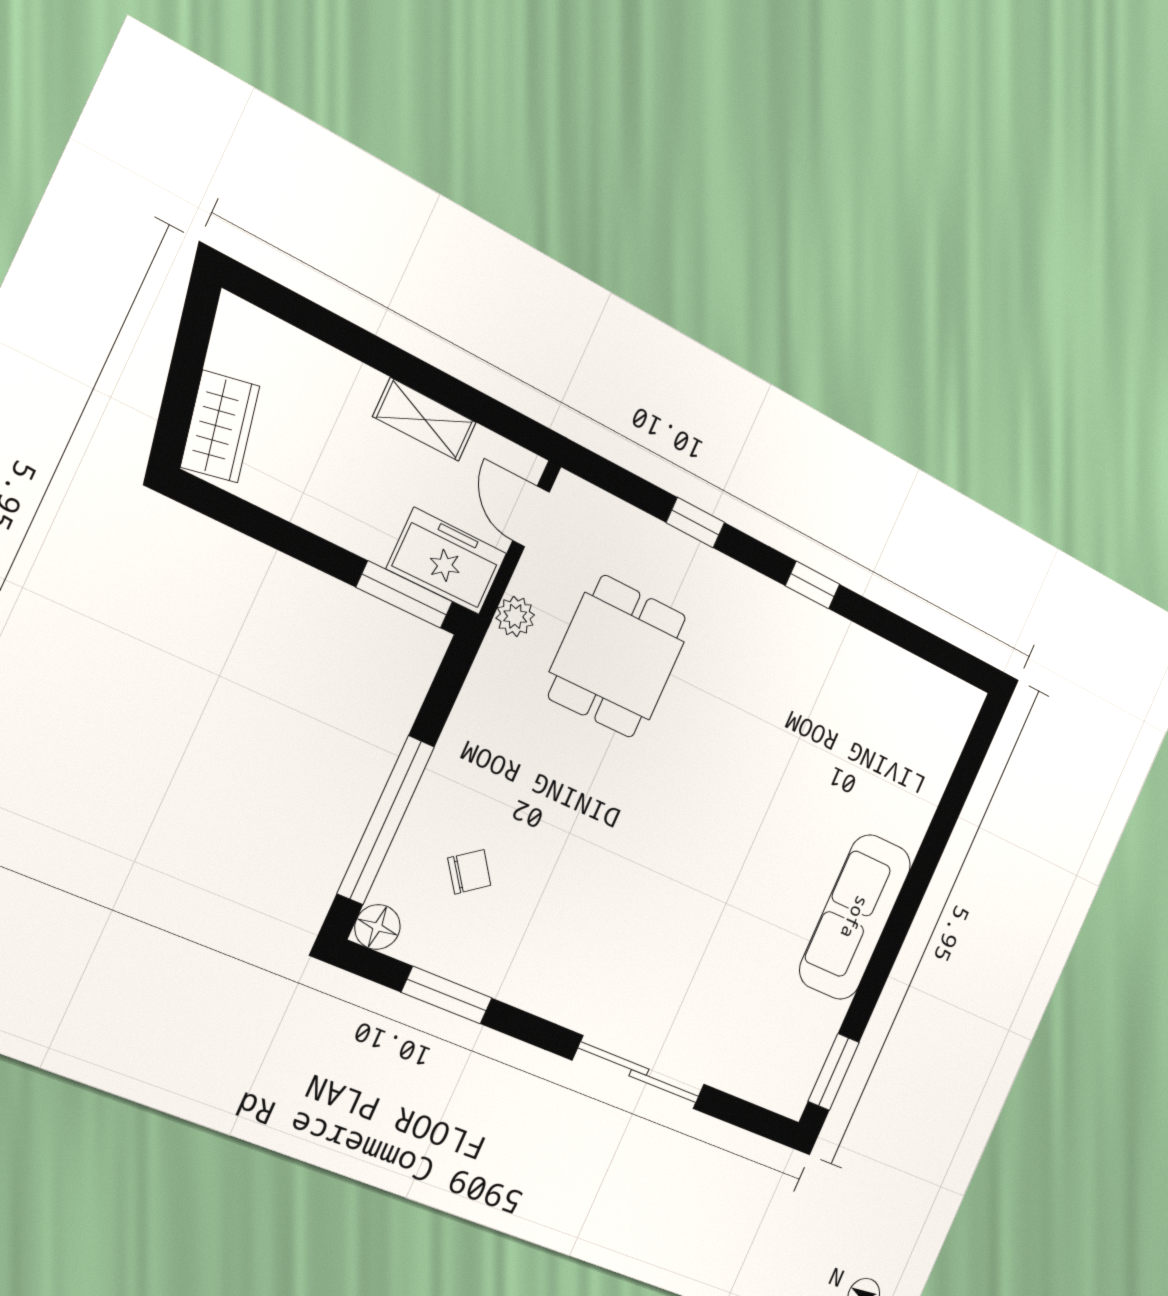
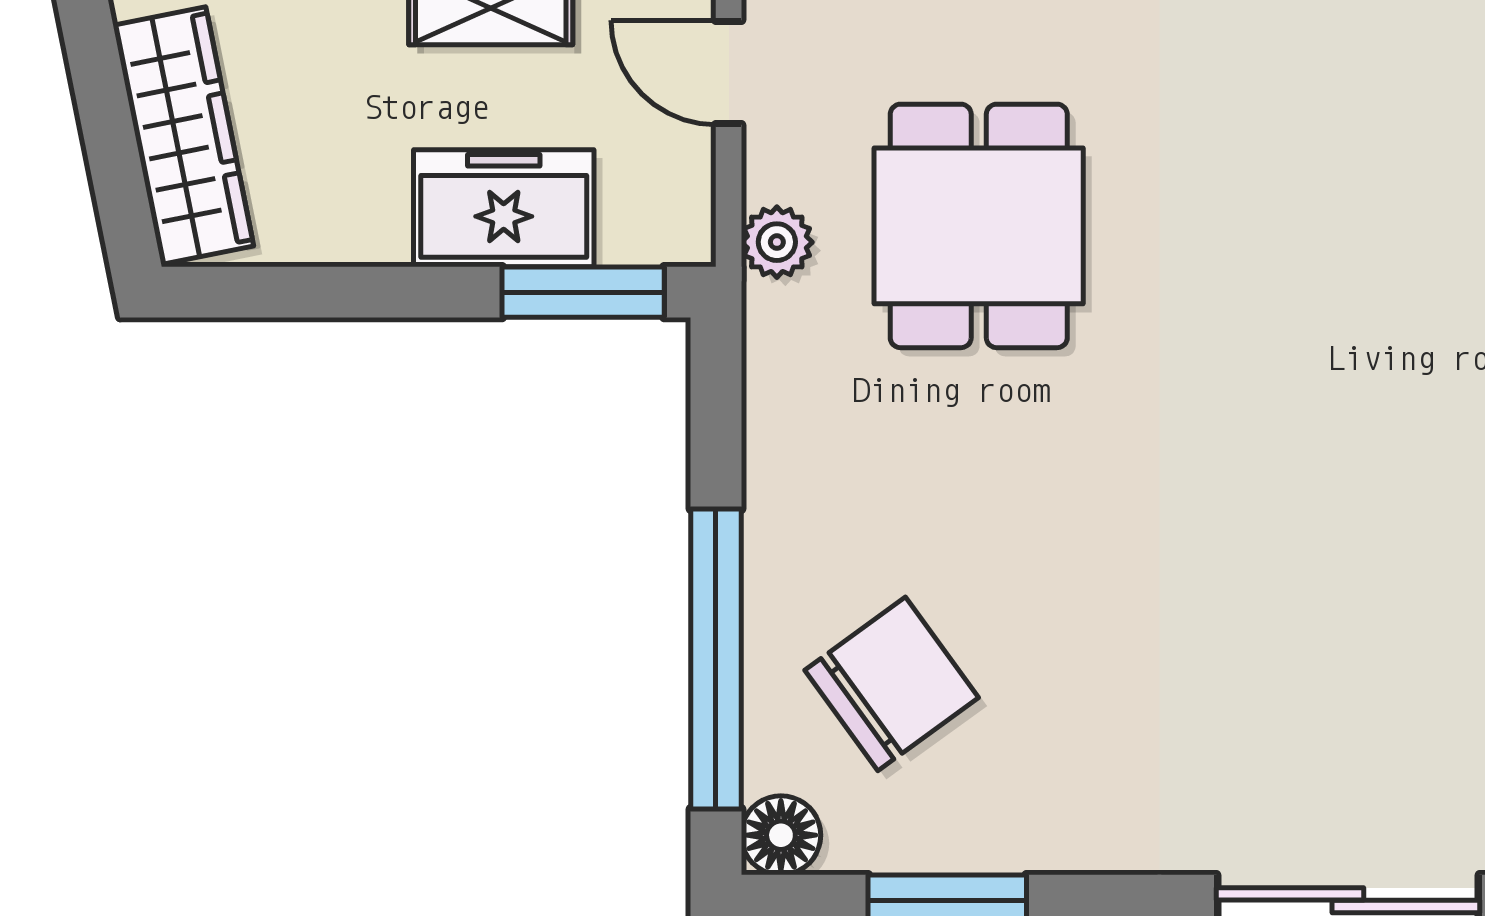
wardrobe: (220, 427) -> (183, 136), width x1.50
freezer: (447, 561) -> (504, 208), moved
chair: (469, 872) -> (892, 684), width x1.87, depth x1.87

